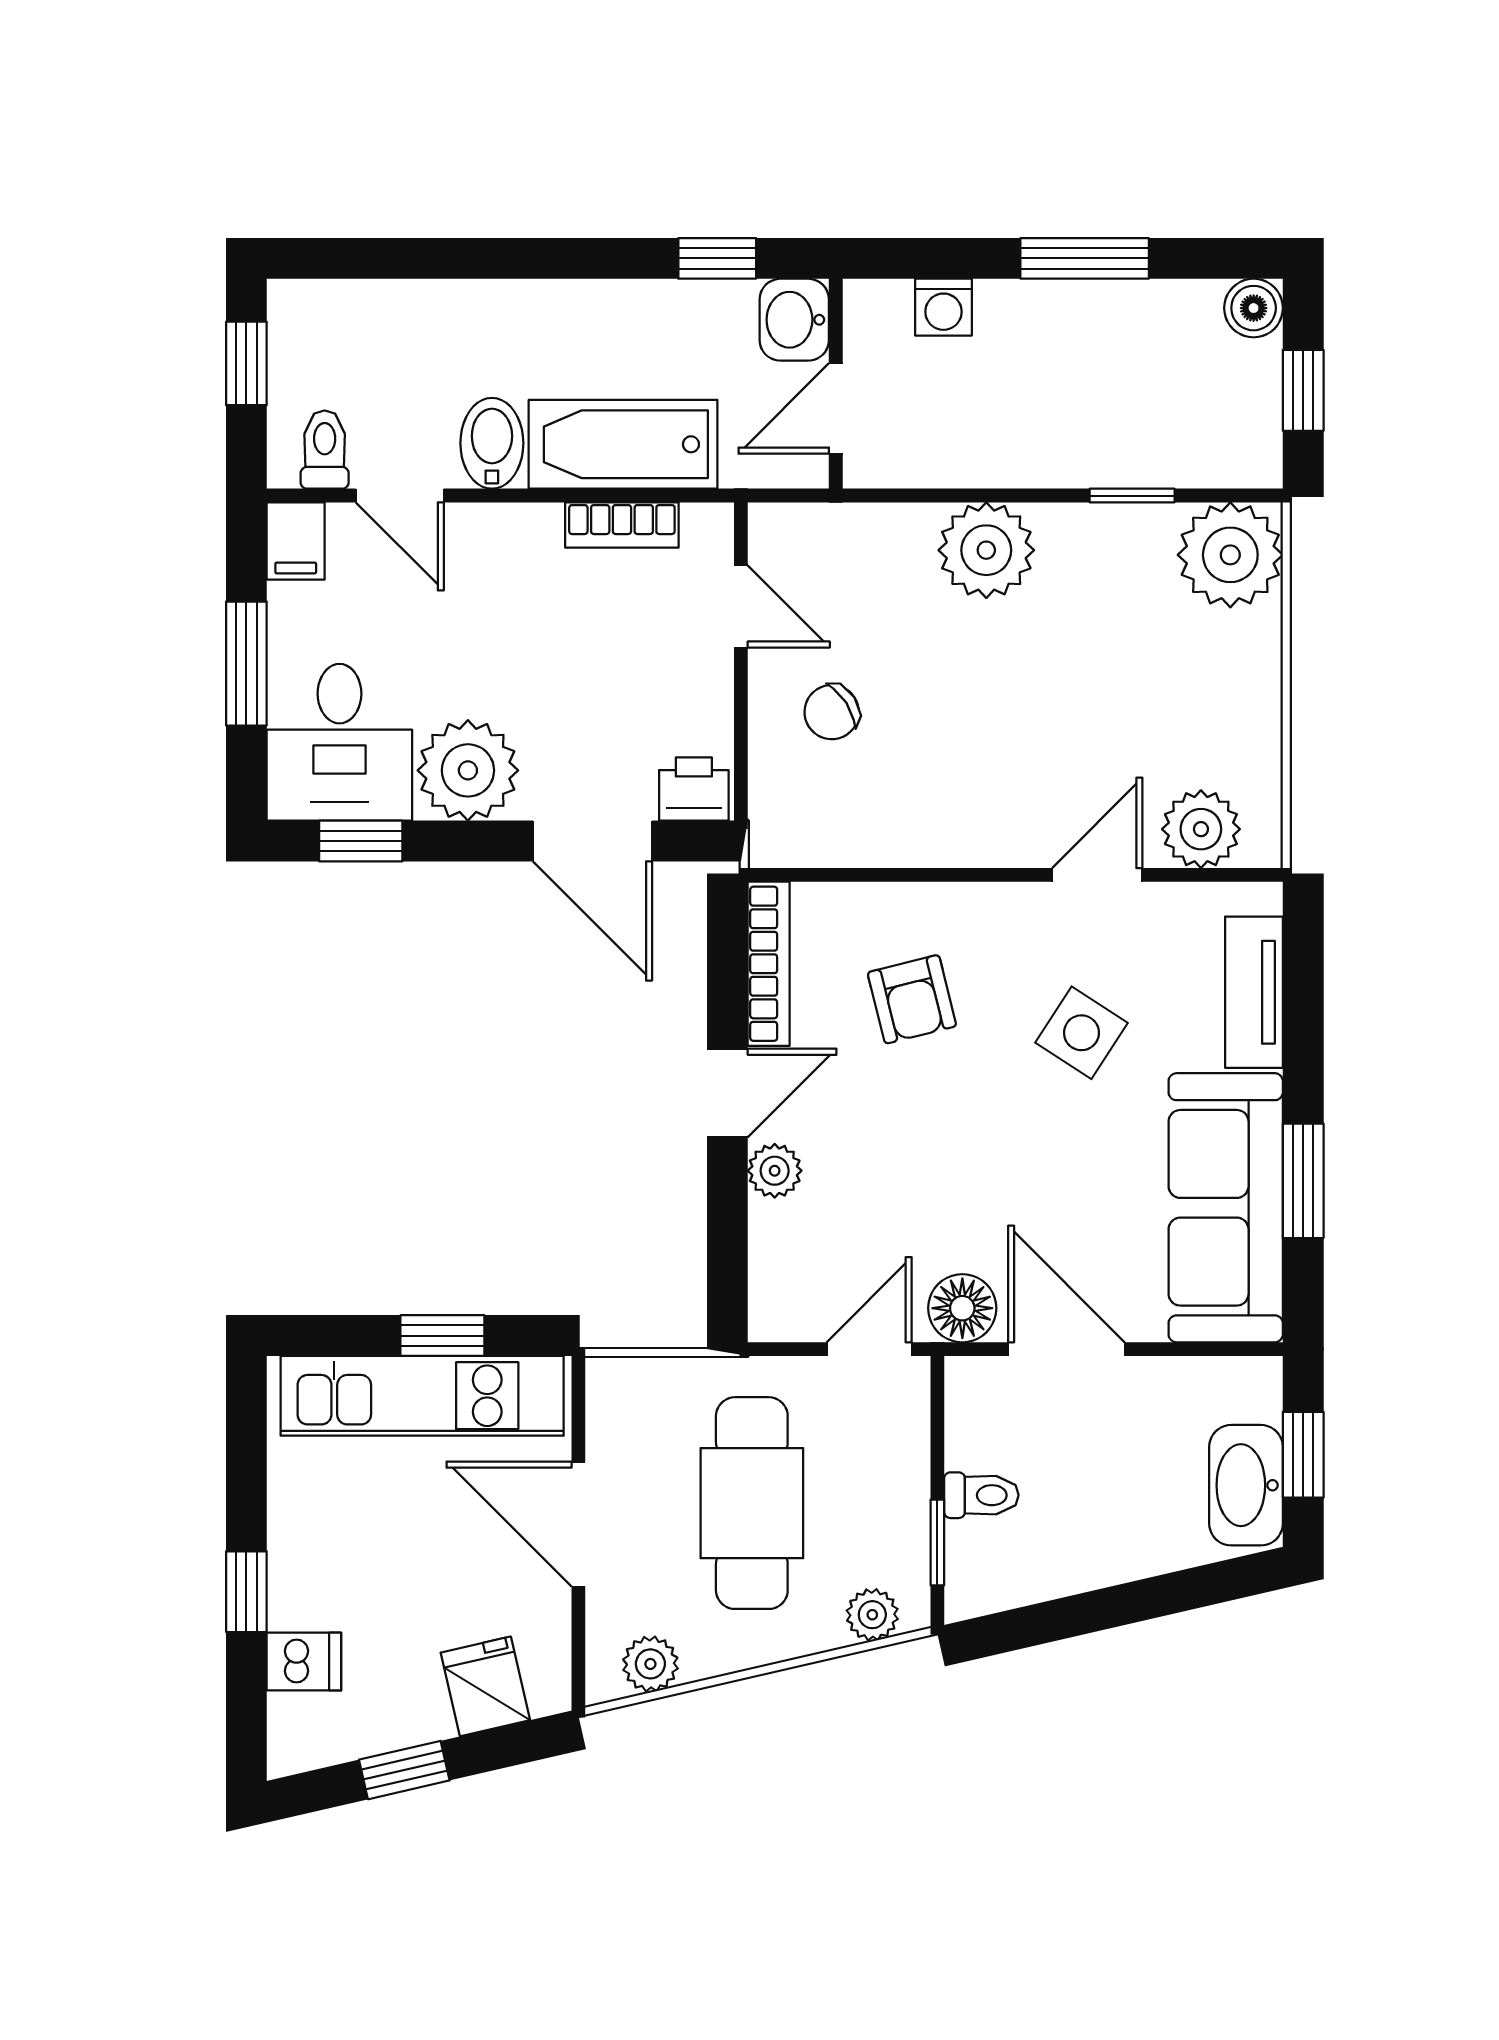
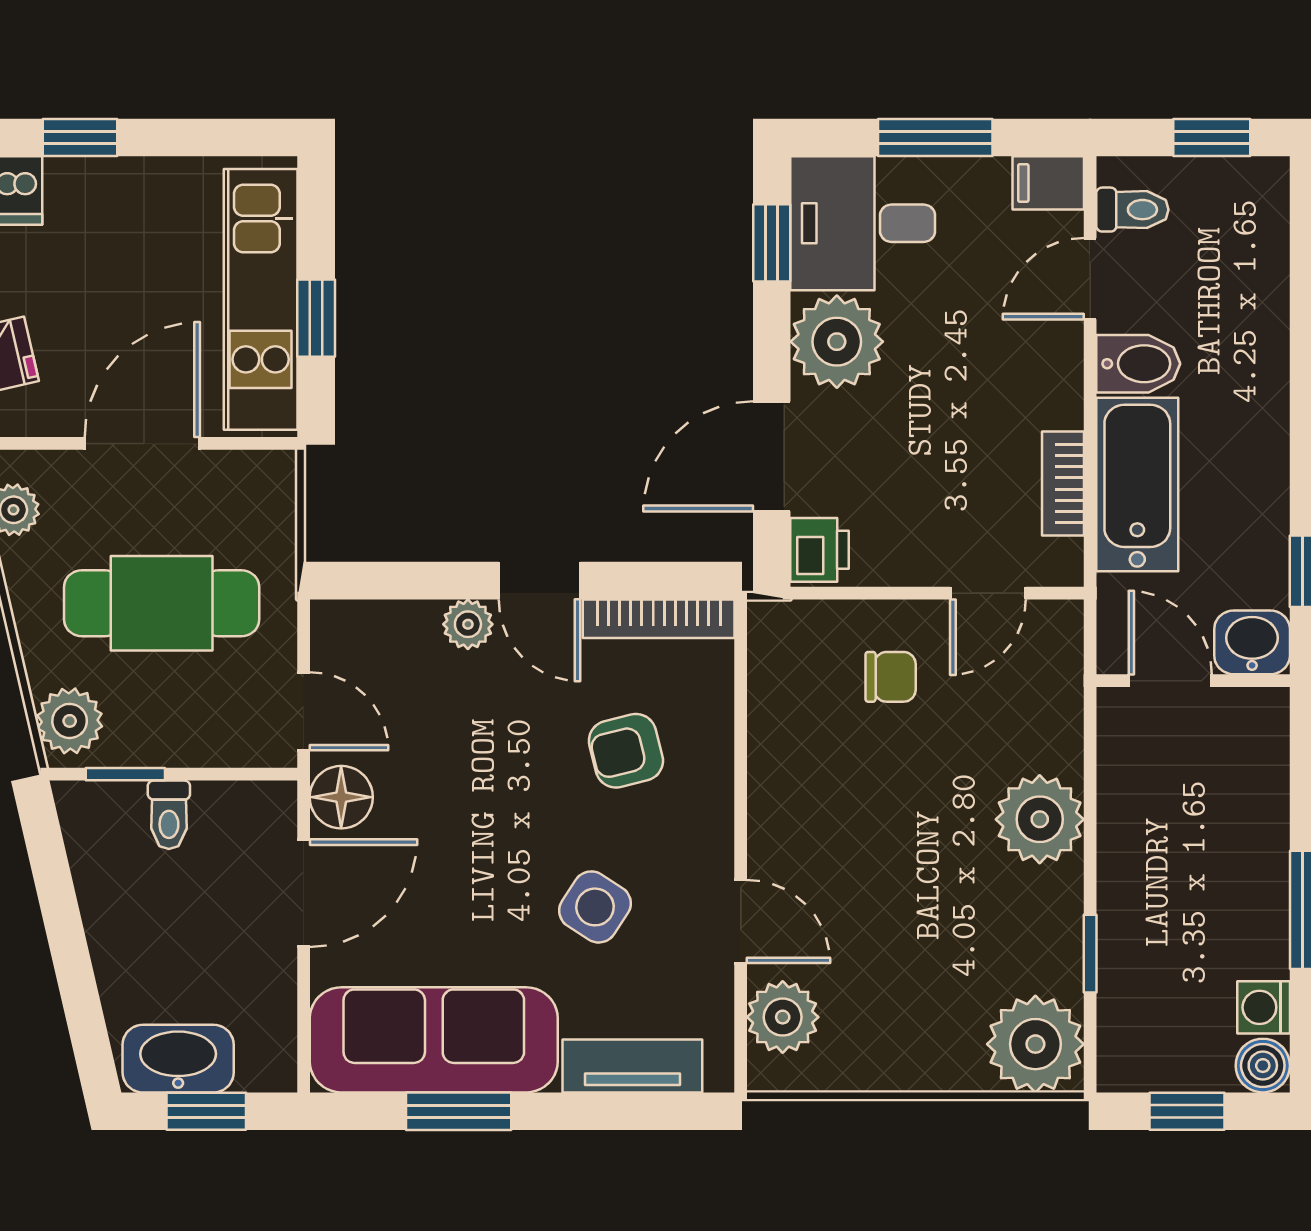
washing machine: (943, 307) -> (1264, 1007), moved
chair: (832, 712) -> (891, 677), turned 123
plant: (872, 1615) -> (70, 721), width x1.38, depth x1.38

